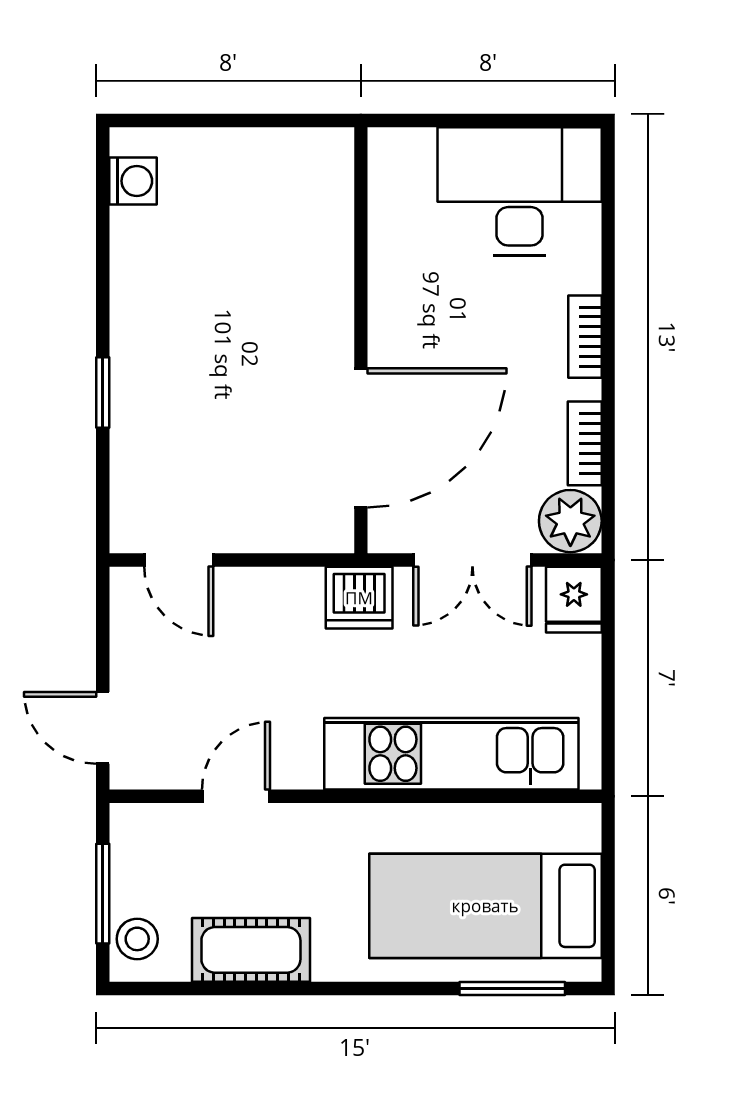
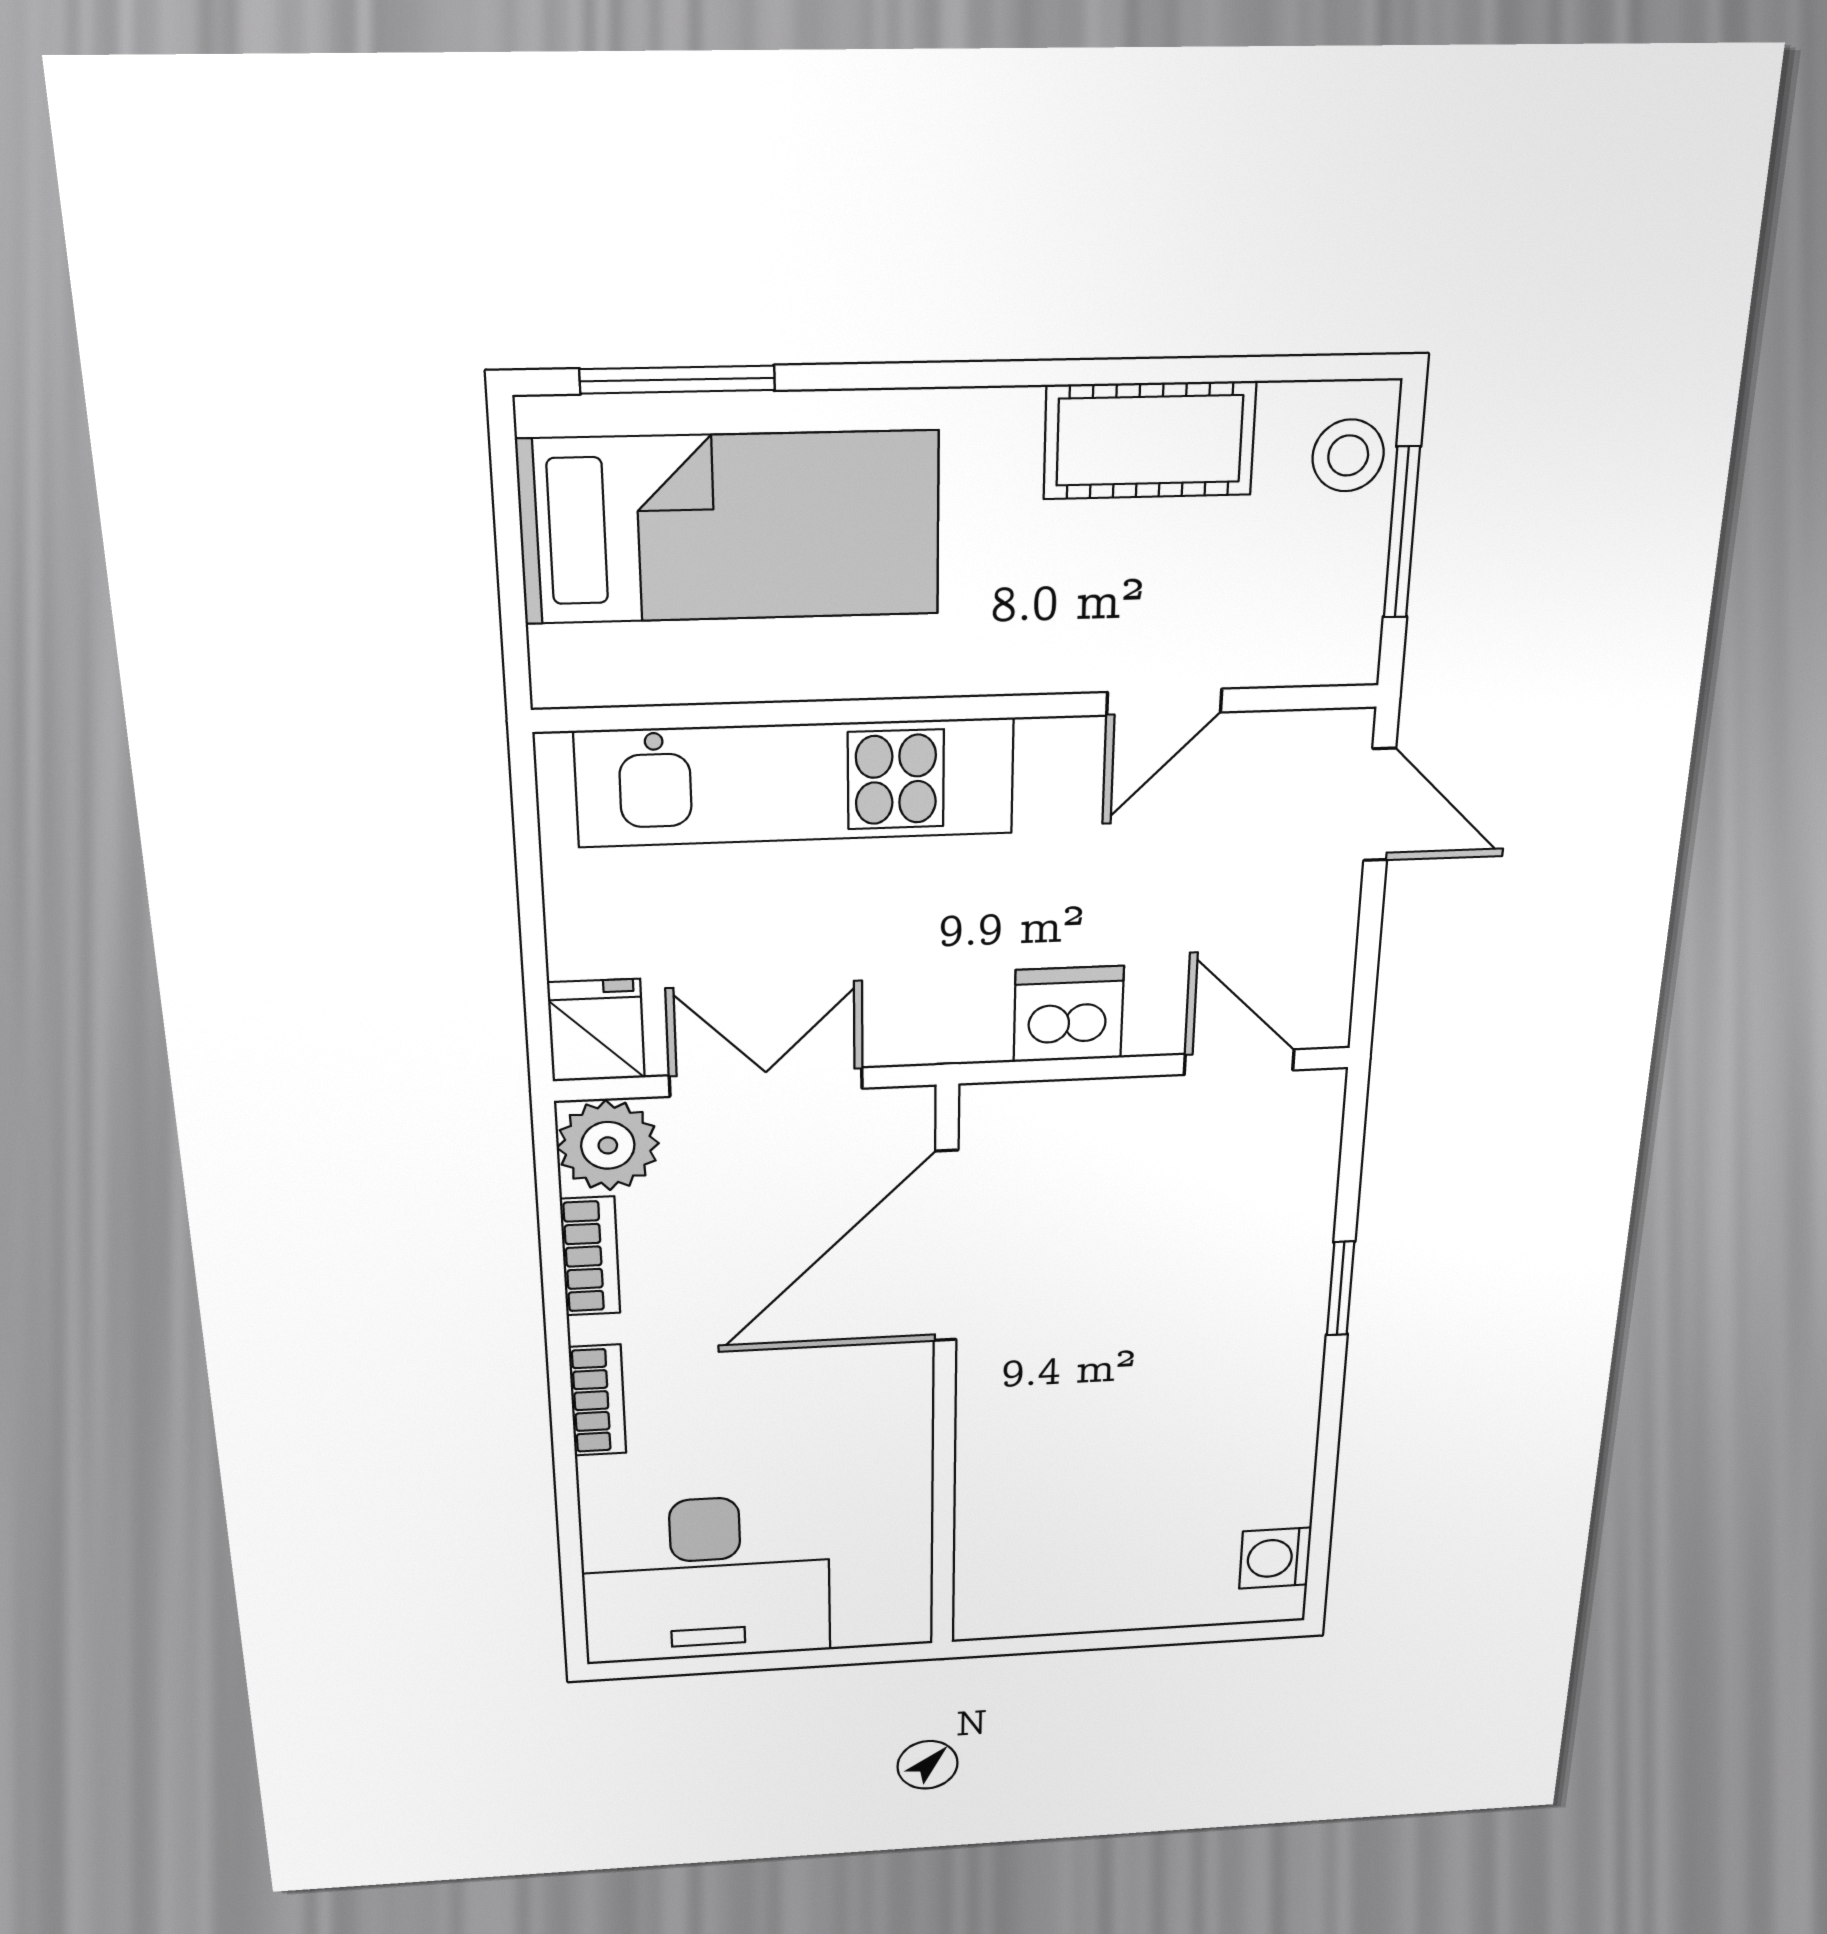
dishwasher: (359, 598) -> (1068, 1014), moved

